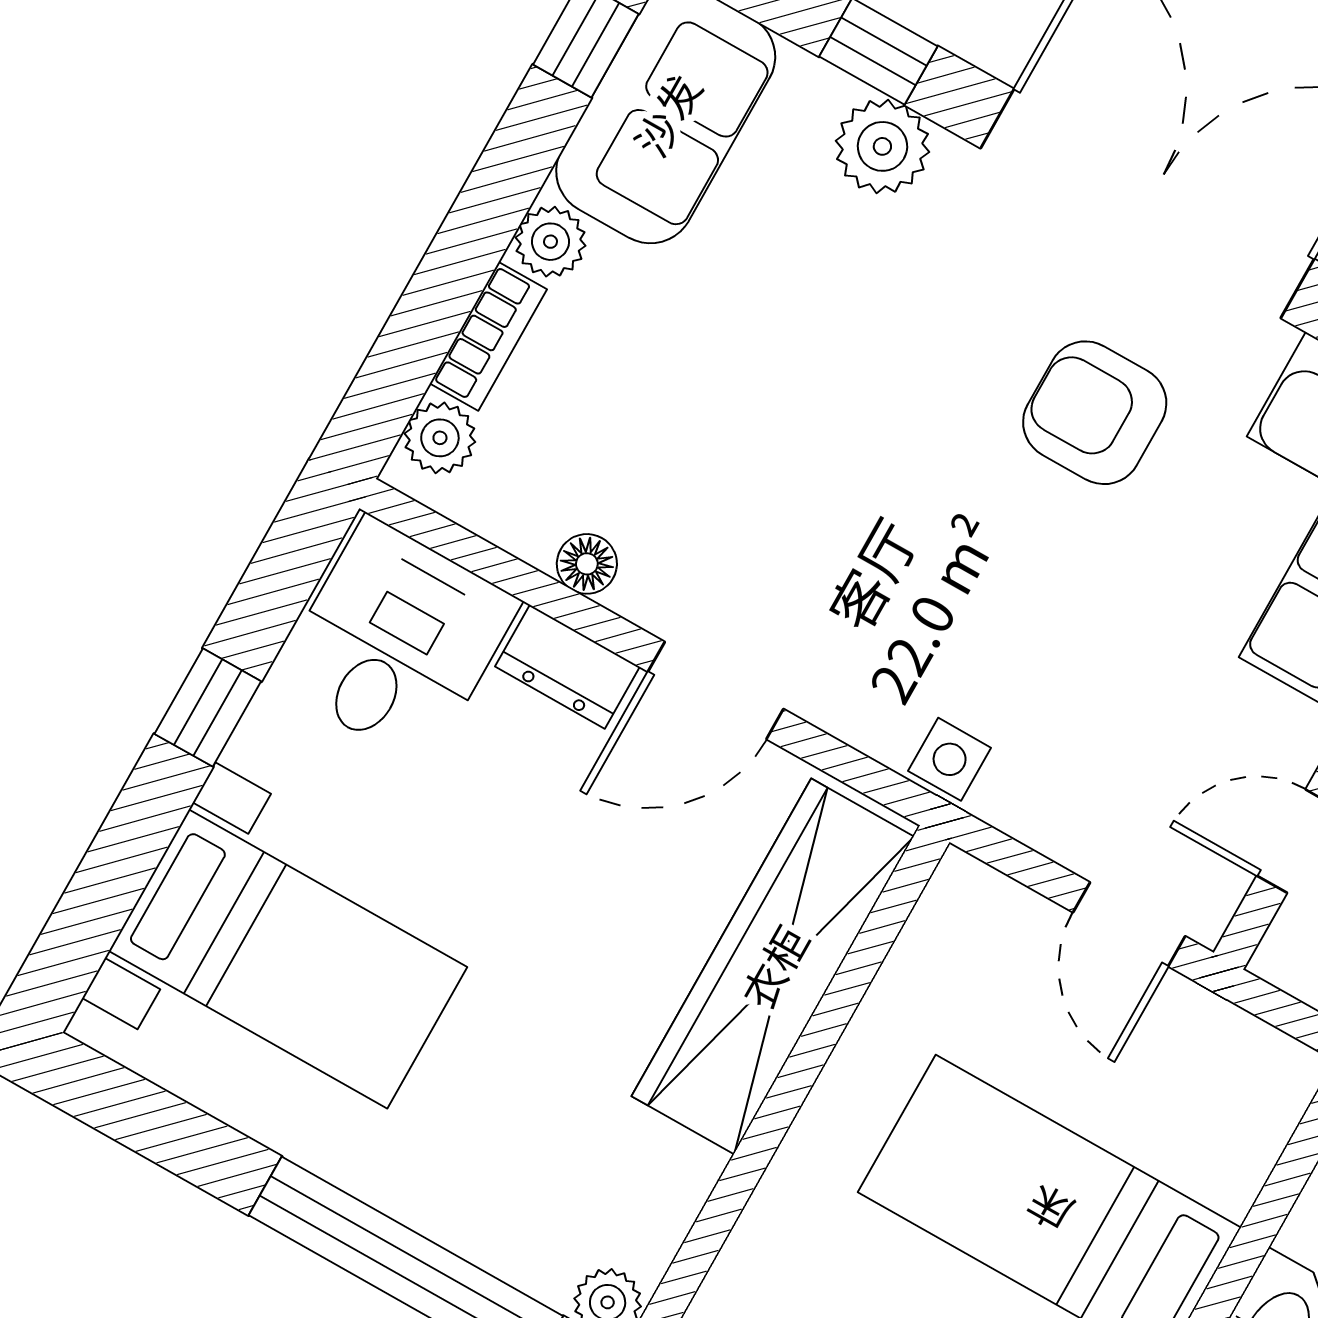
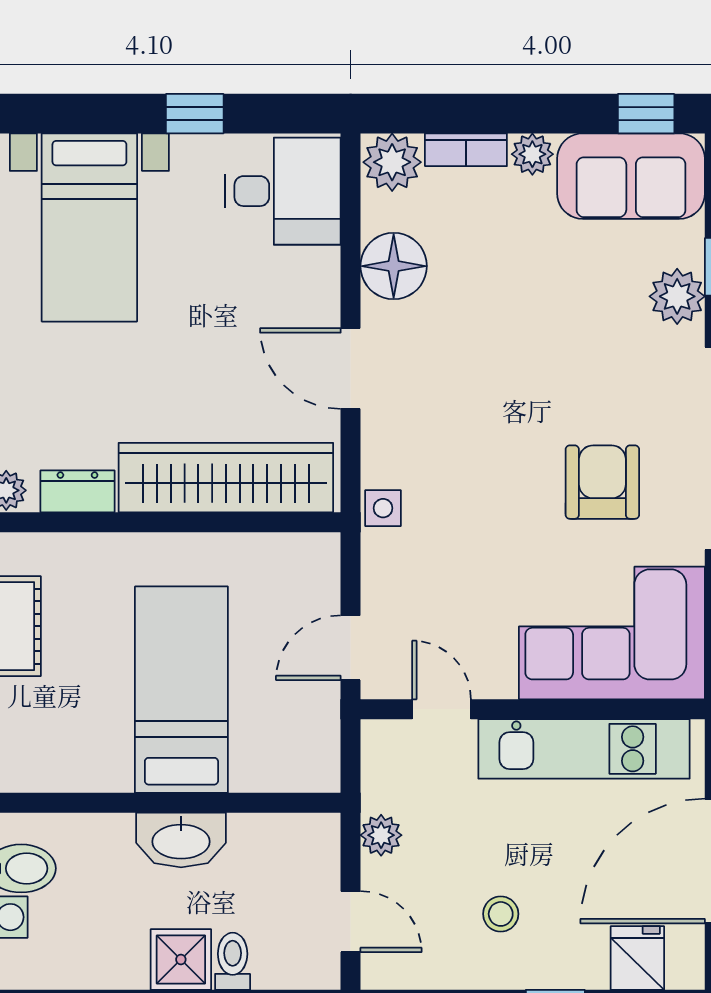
plant: (440, 438) -> (392, 162), width x1.38, depth x1.38
floor lamp: (587, 564) -> (394, 266), width x1.89, depth x1.89
dresser: (567, 667) -> (77, 491), moved, turned 90

